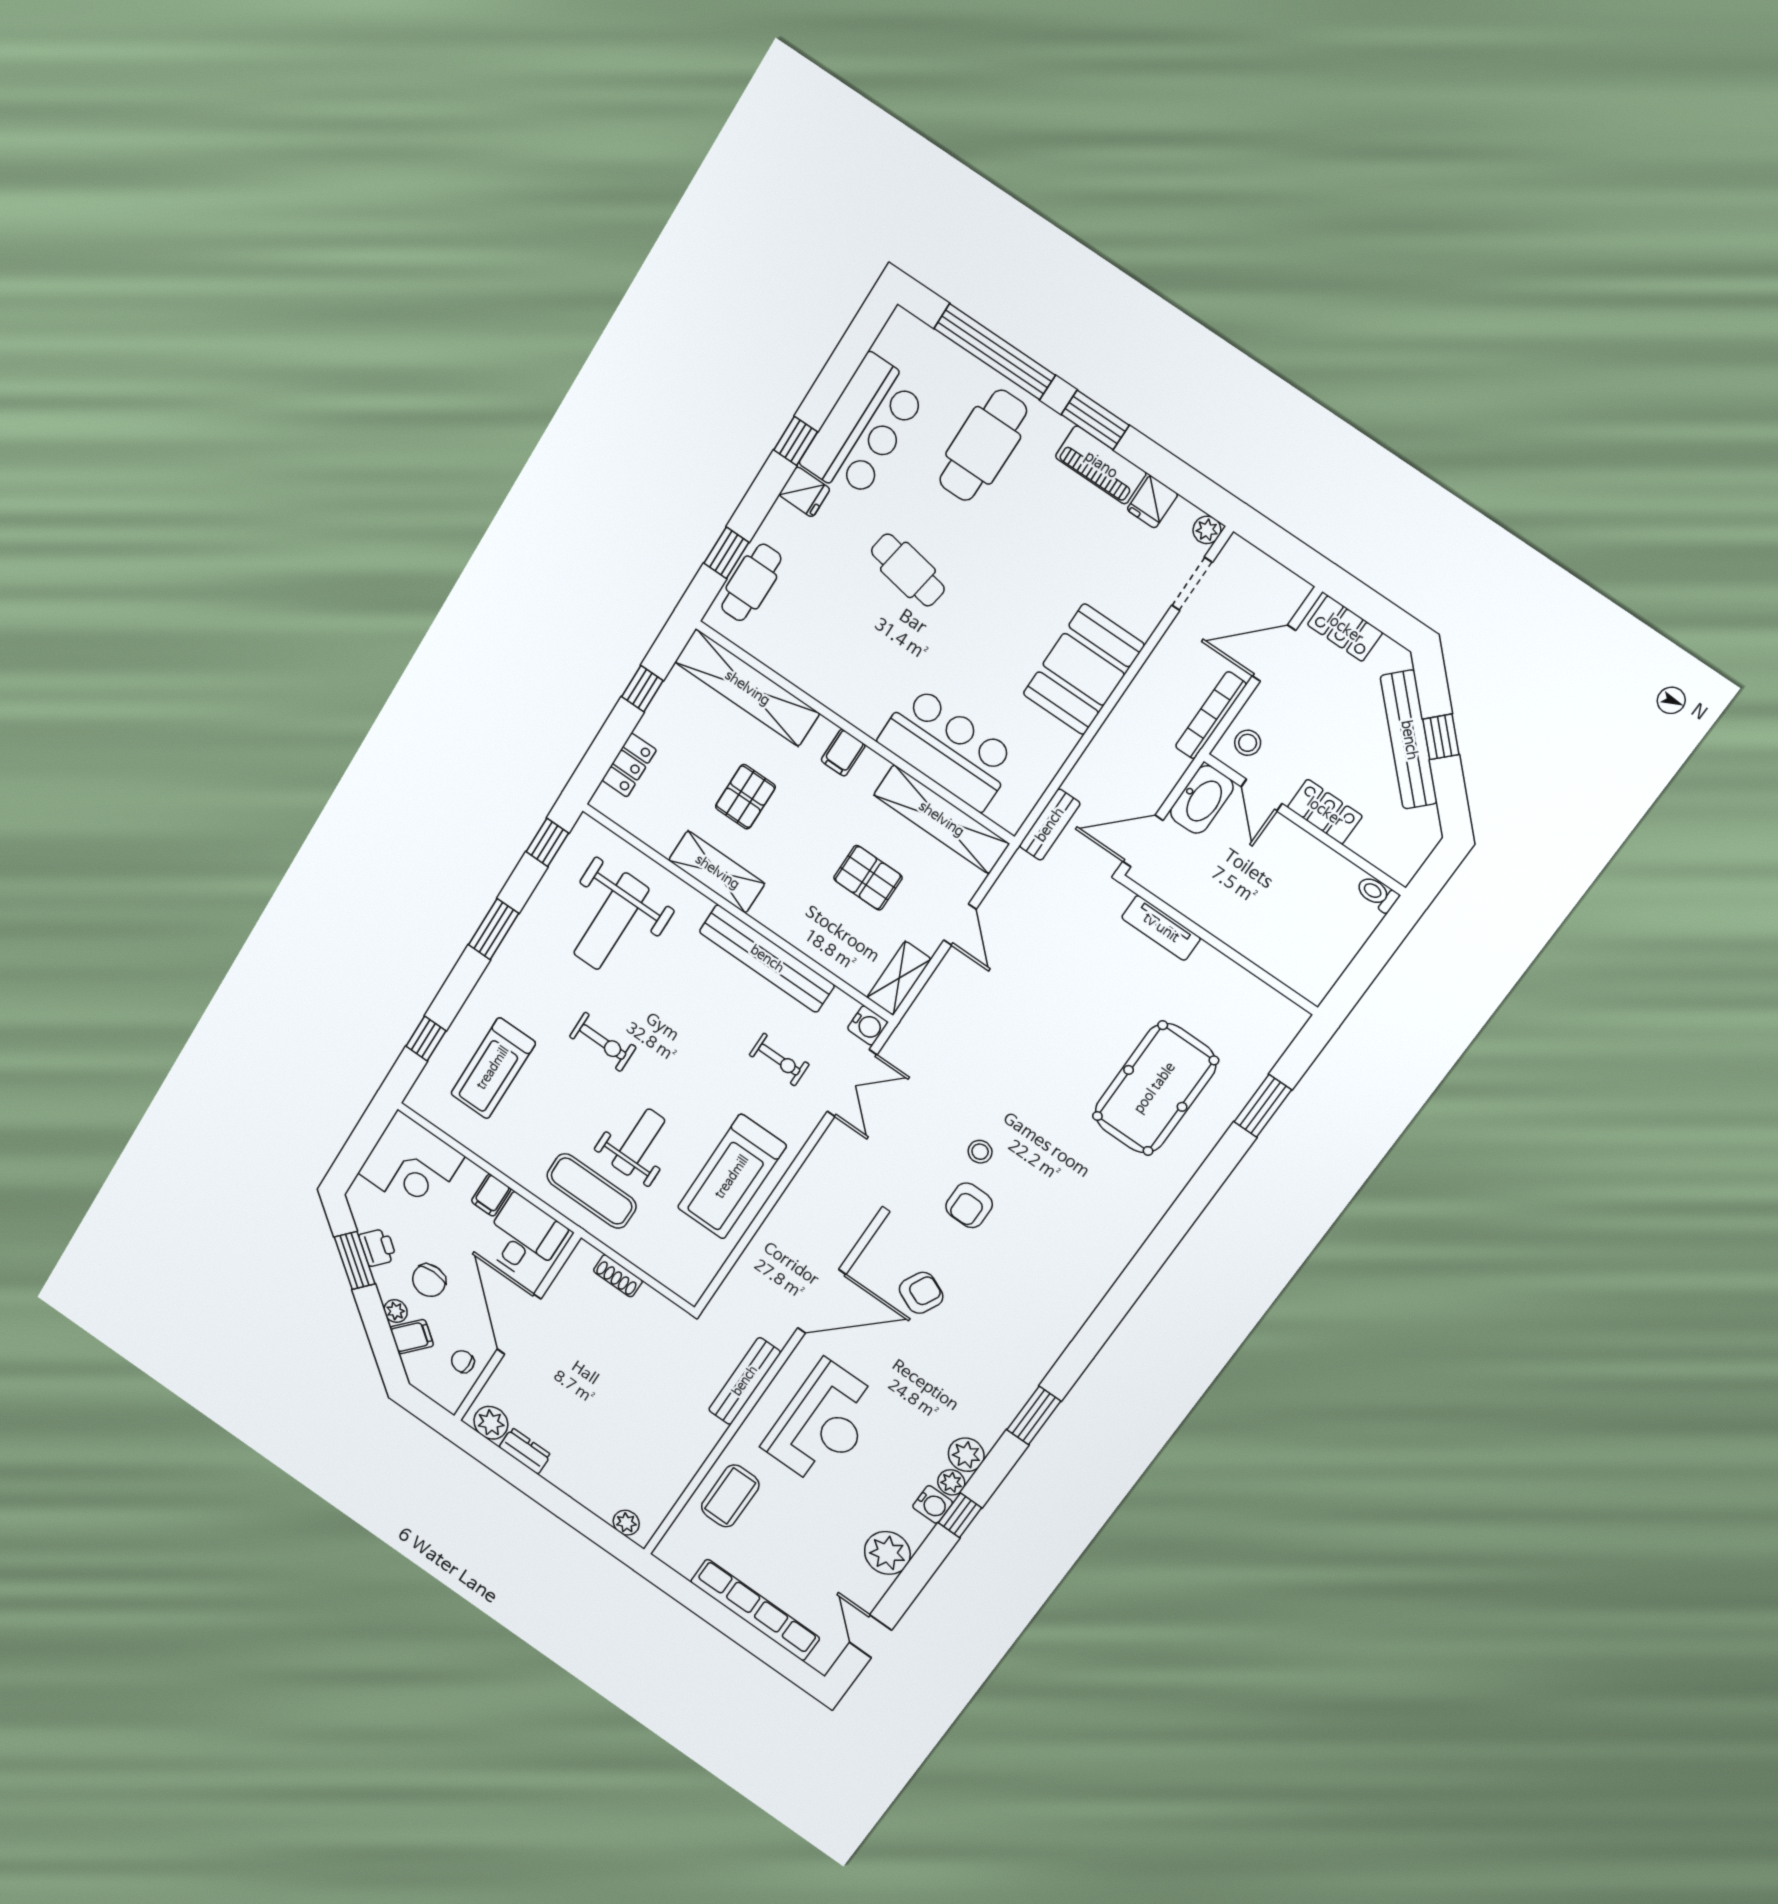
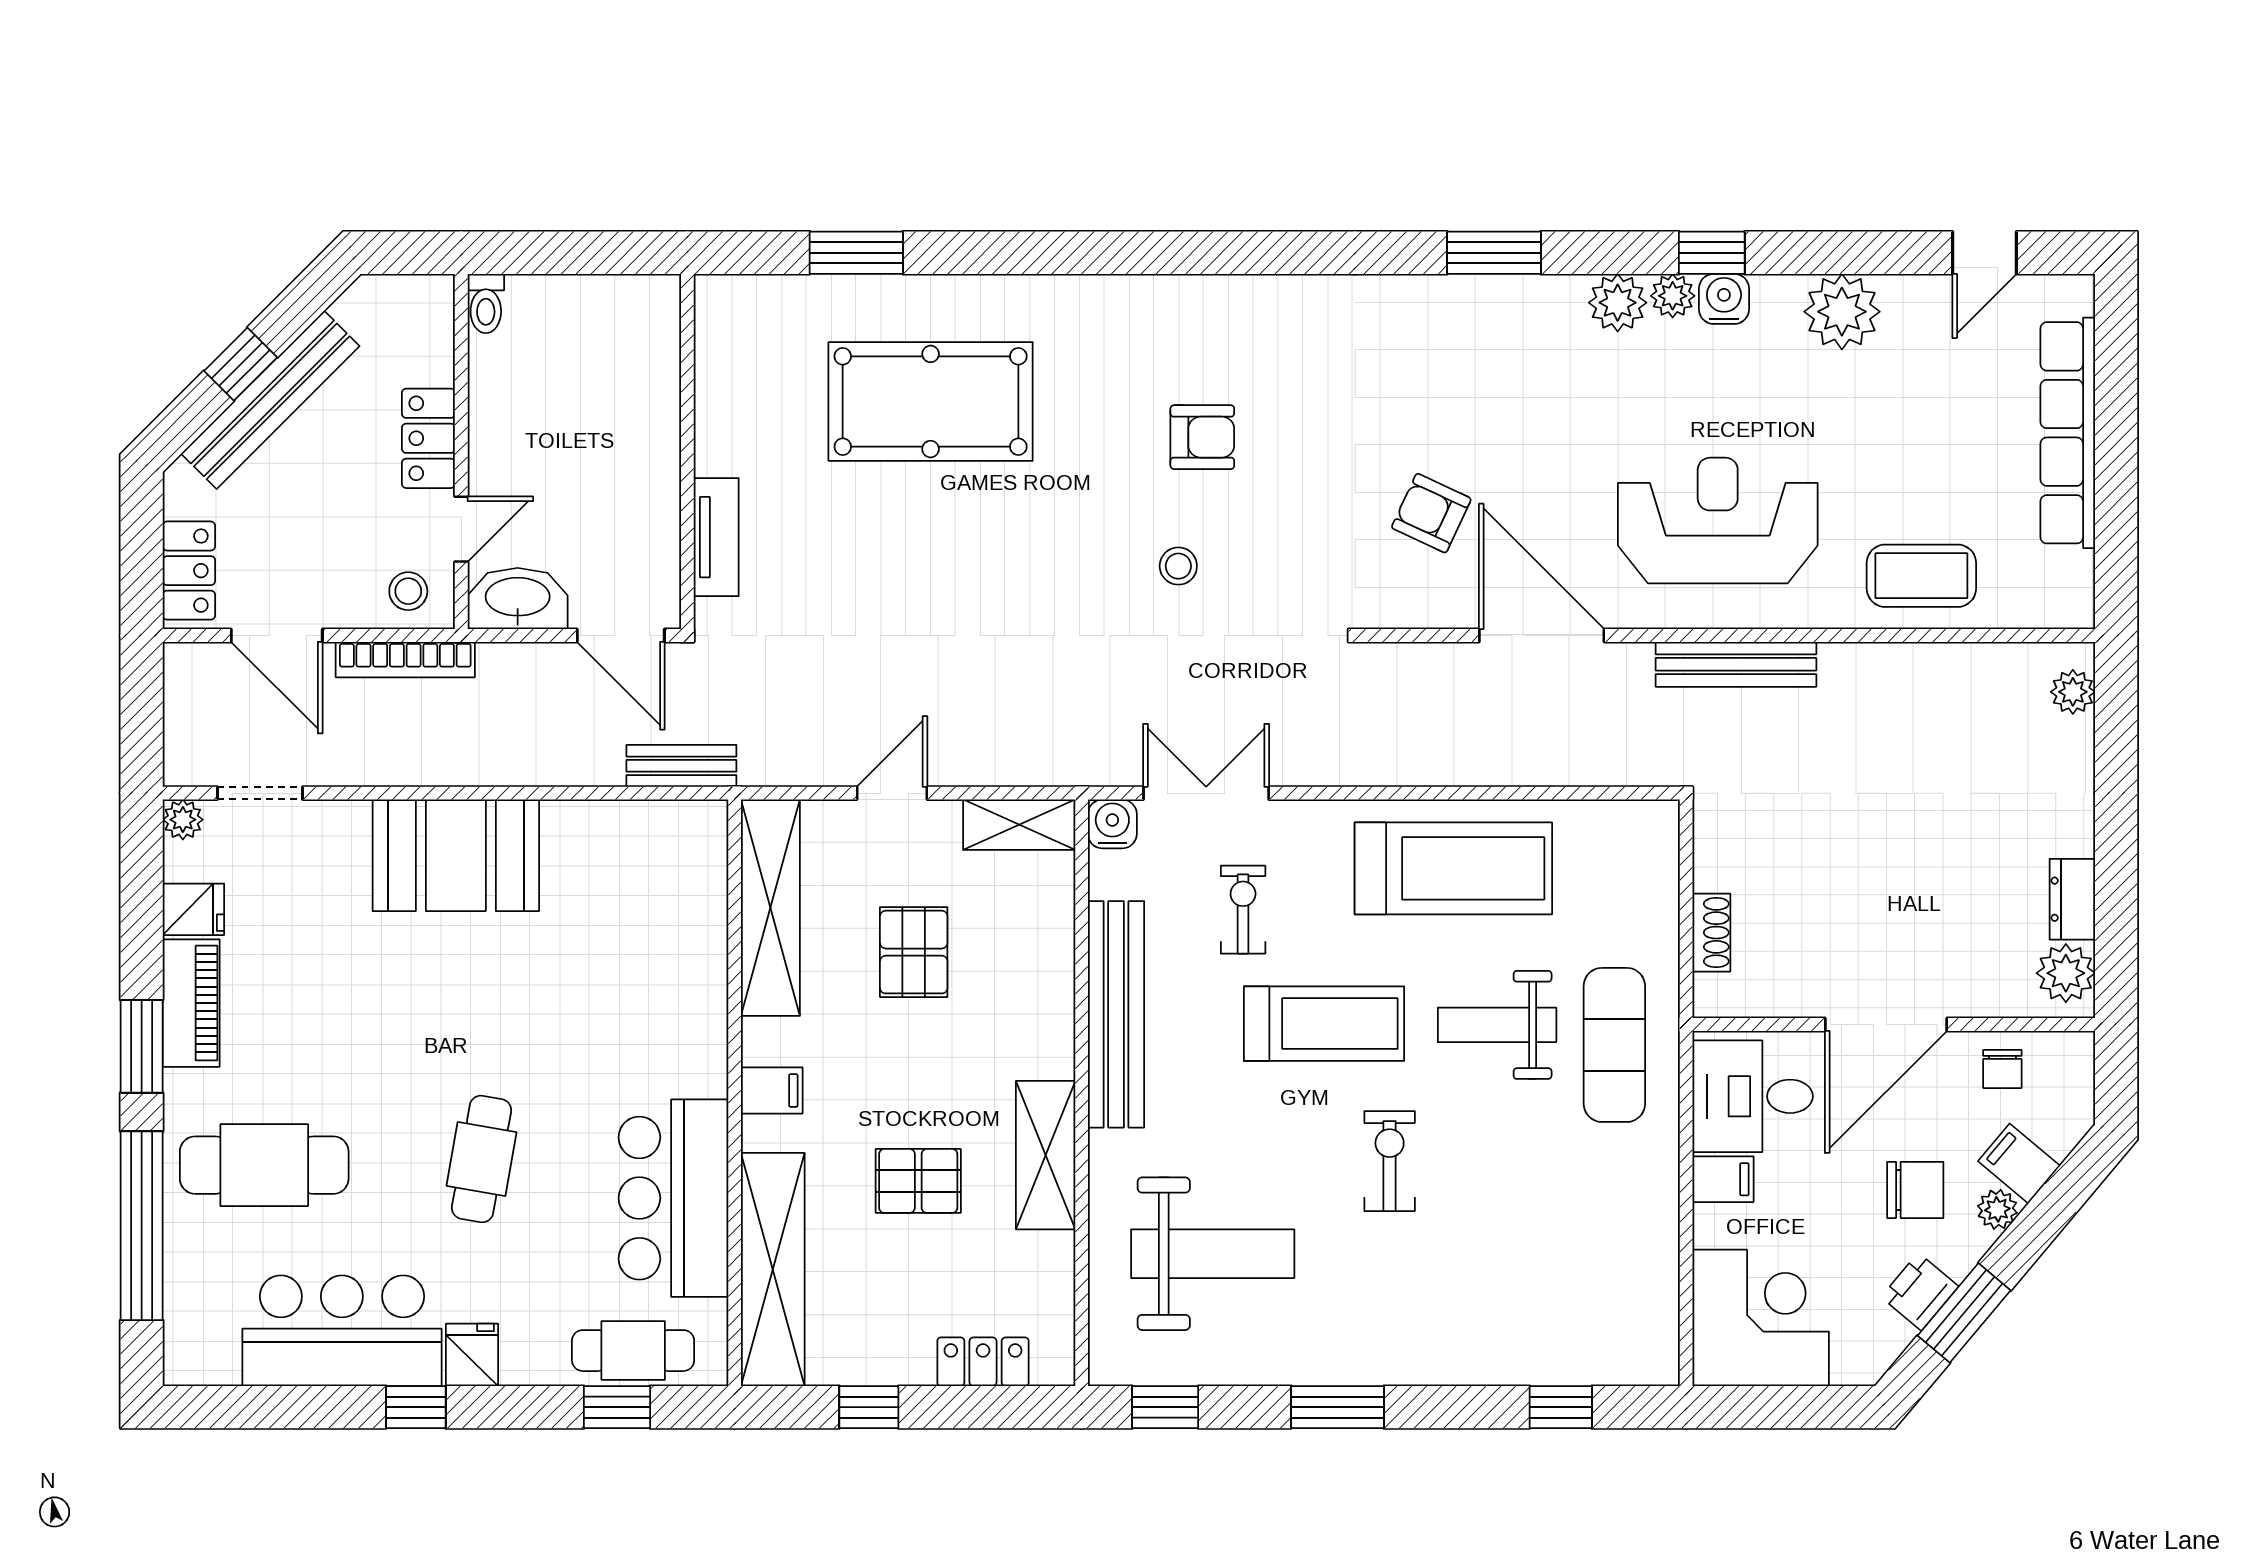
bar counter: (948, 749) -> (673, 1198), moved
treadmill: (493, 1068) -> (1324, 1024), moved
armchair: (969, 1205) -> (1202, 437), moved

